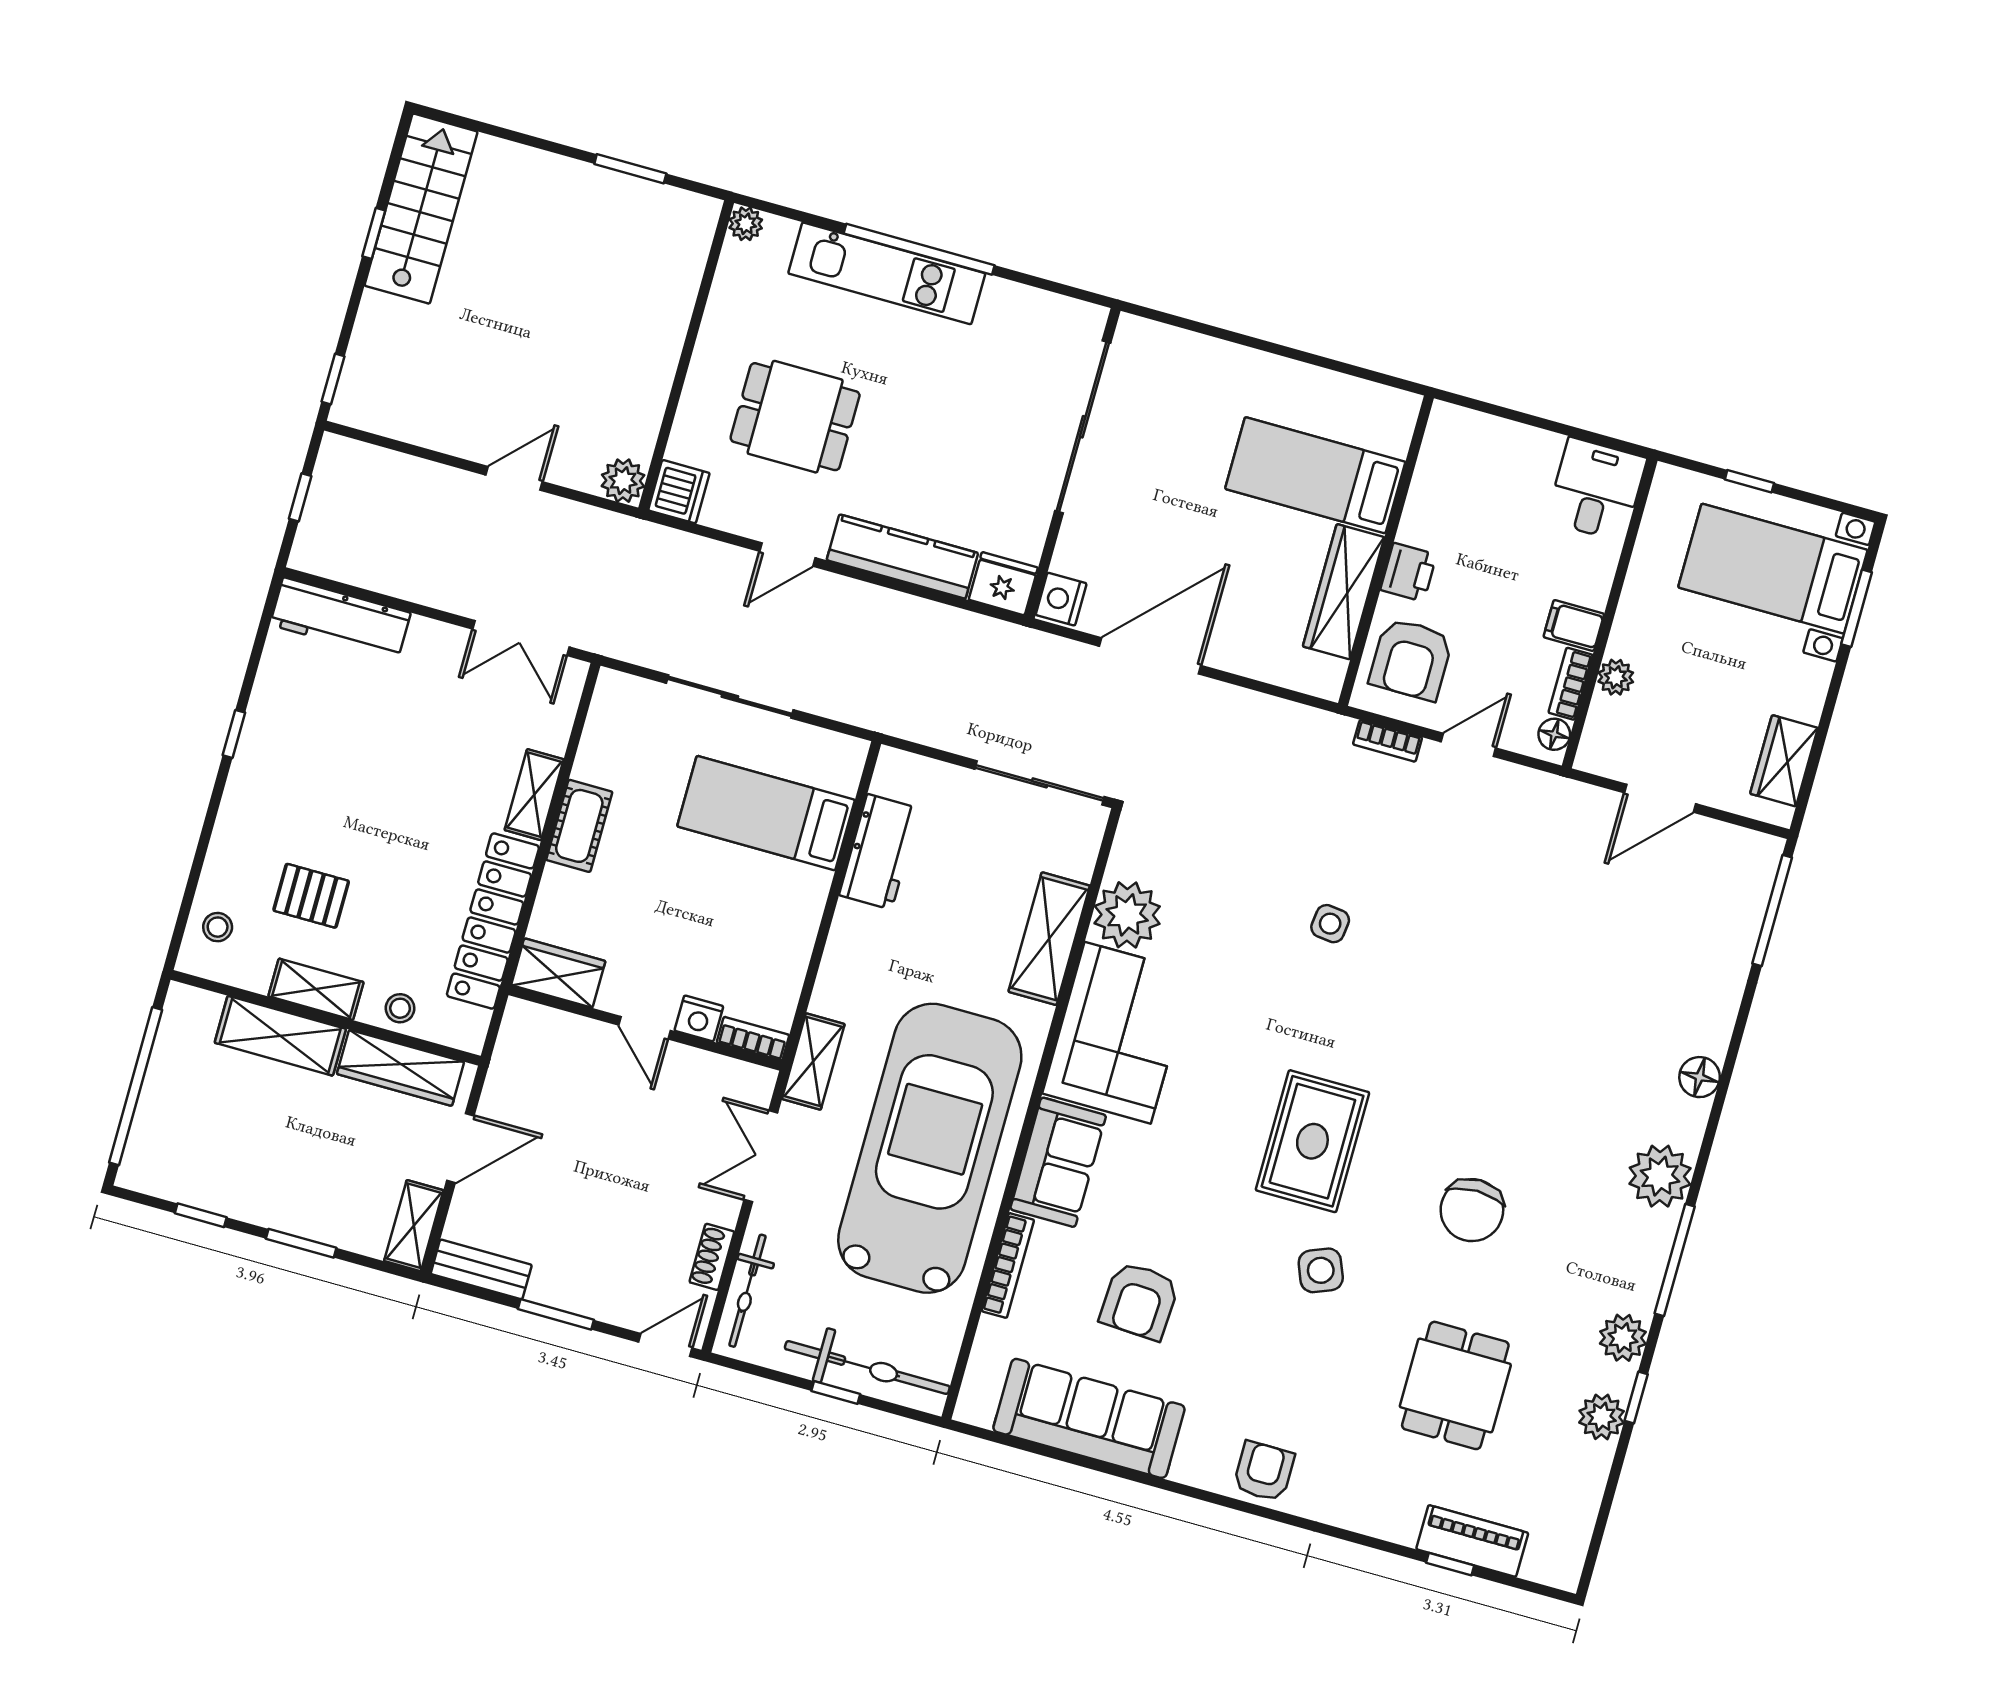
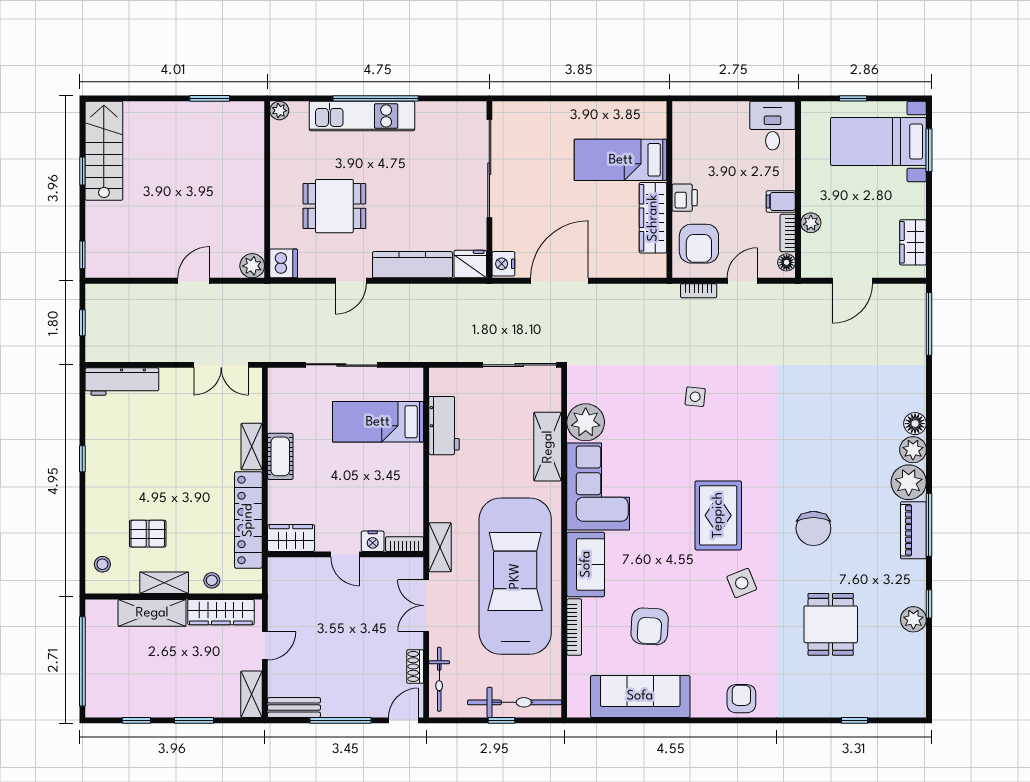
door: (460, 1148) -> (265, 646), width x0.73
window: (556, 1314) -> (340, 720), width x1.44
plant: (1623, 1338) -> (913, 450), moved
piano: (1472, 1541) -> (913, 530), moved, turned -90

